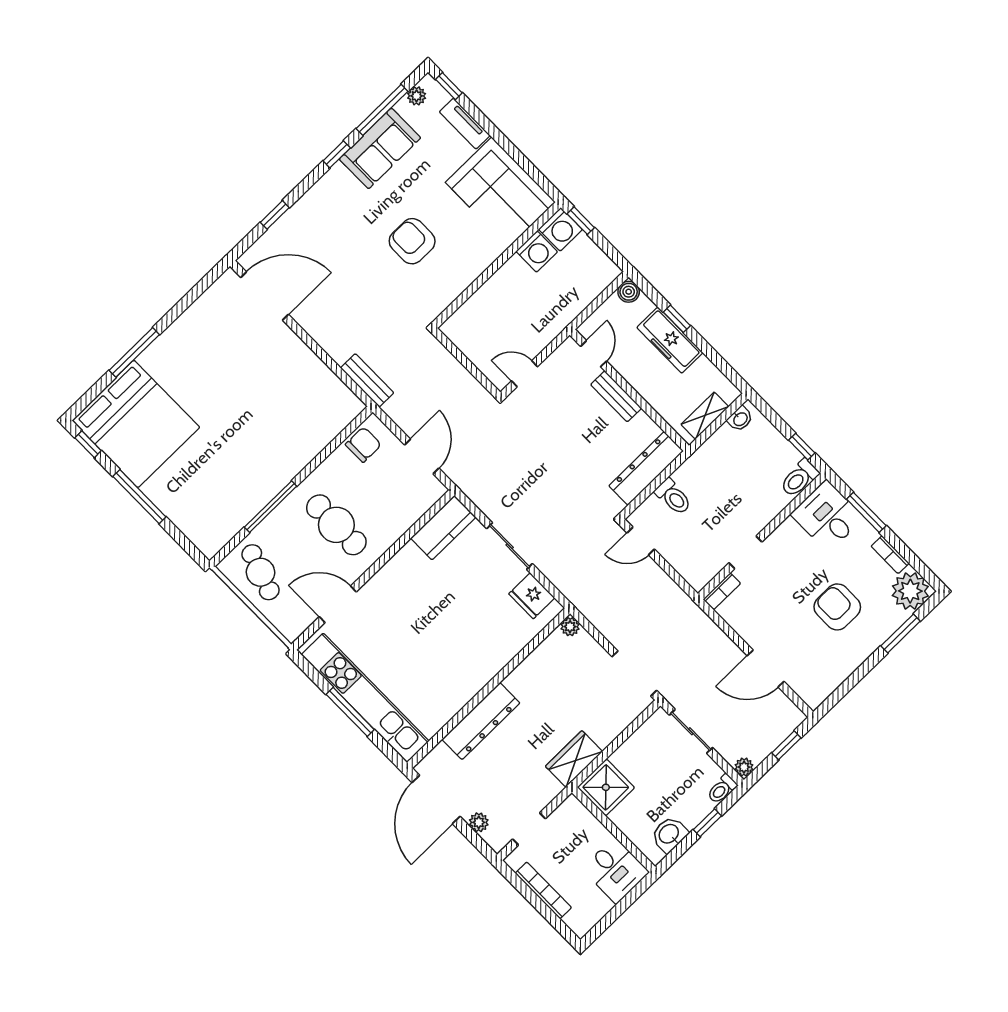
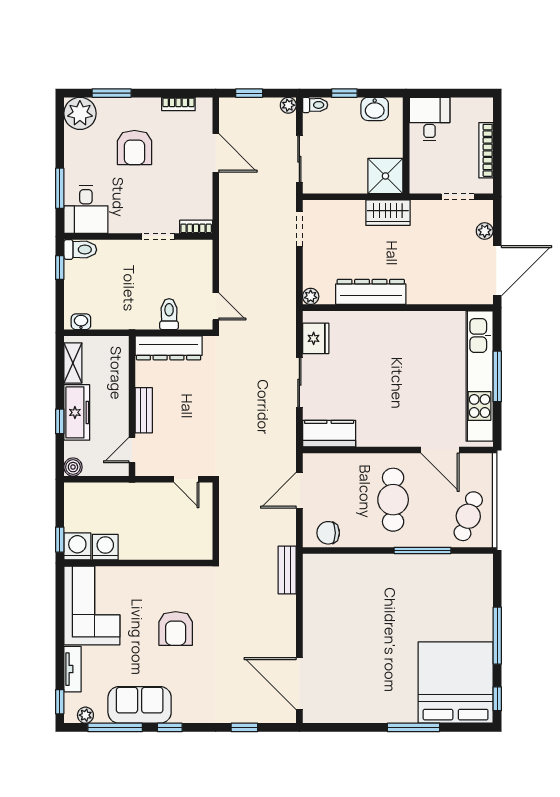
shelving: (705, 416) -> (73, 363), moved, turned 90
bookcase: (890, 555) -> (178, 104), moved, turned 90
doorway: (634, 674) -> (299, 229), width x0.73
dresser: (481, 721) -> (371, 292), moved

